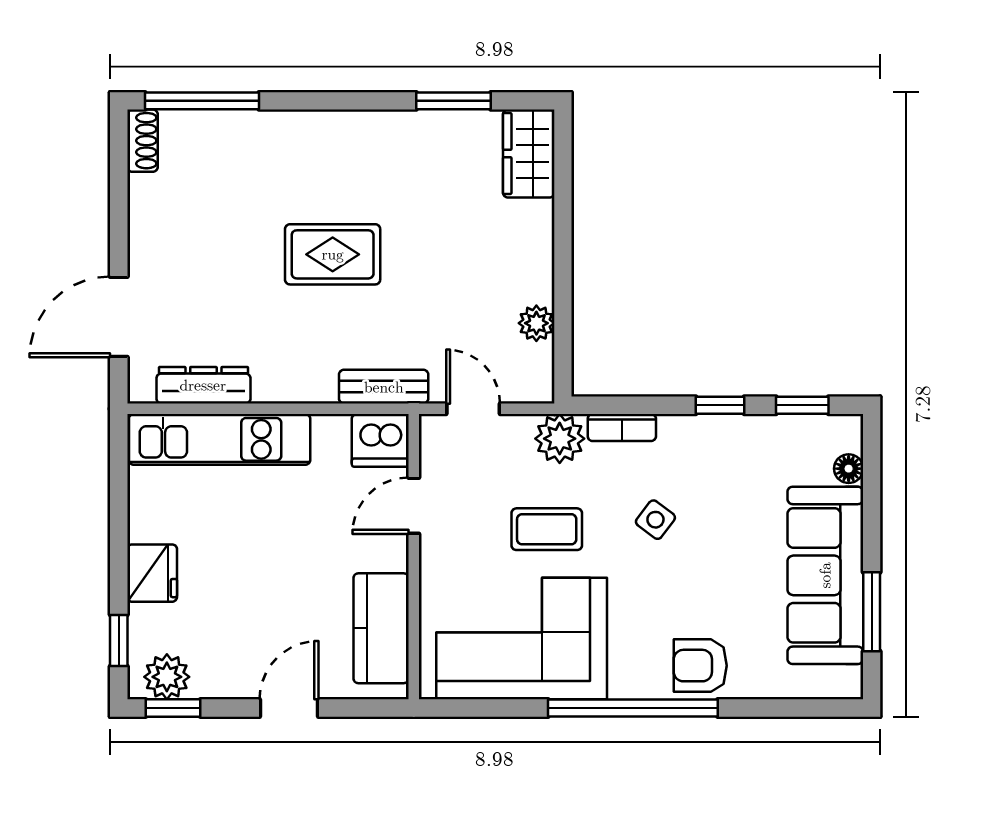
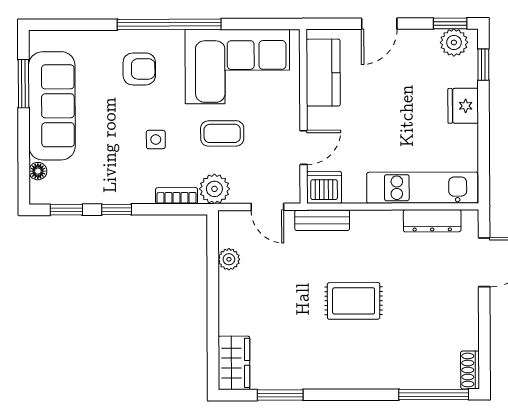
side table: (655, 520) -> (156, 139), turned -37
armchair: (700, 666) -> (139, 69), moved

